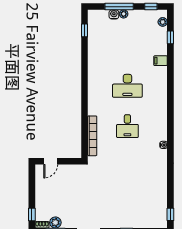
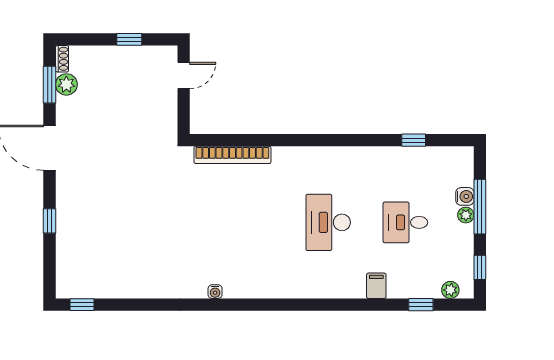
window: (84, 30) -> (414, 140), moved
desk: (127, 126) -> (405, 222), moved
door: (51, 161) -> (184, 76), swing flipped
window: (32, 214) -> (129, 39), moved

